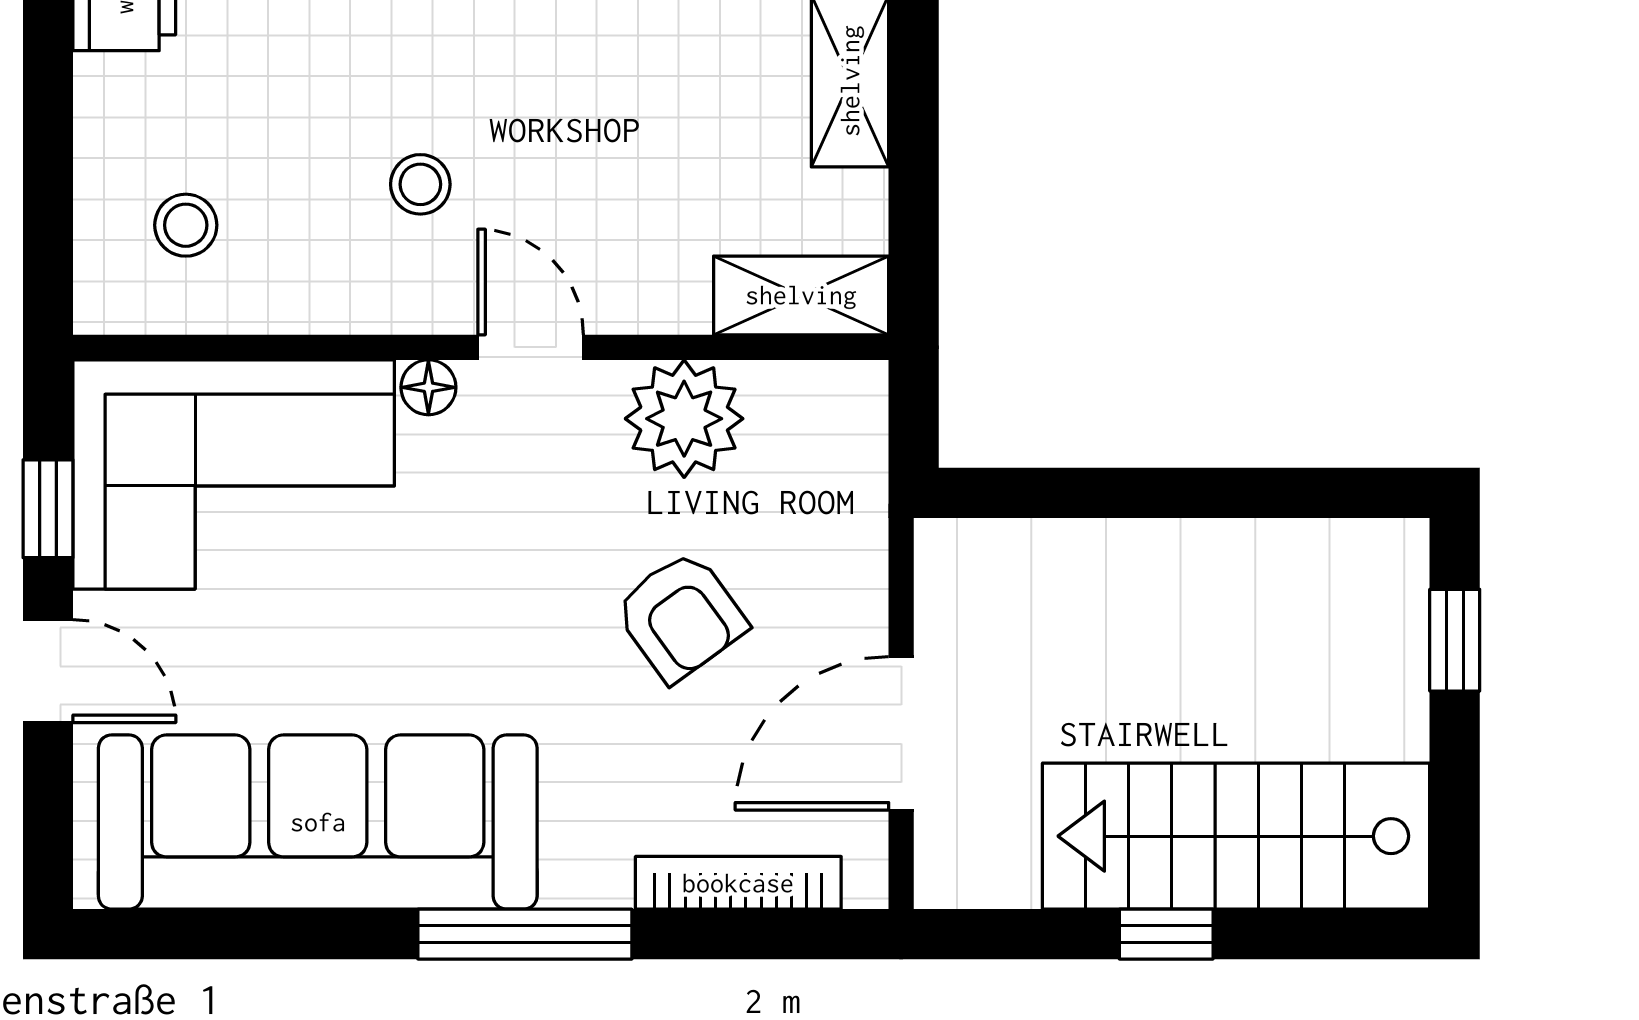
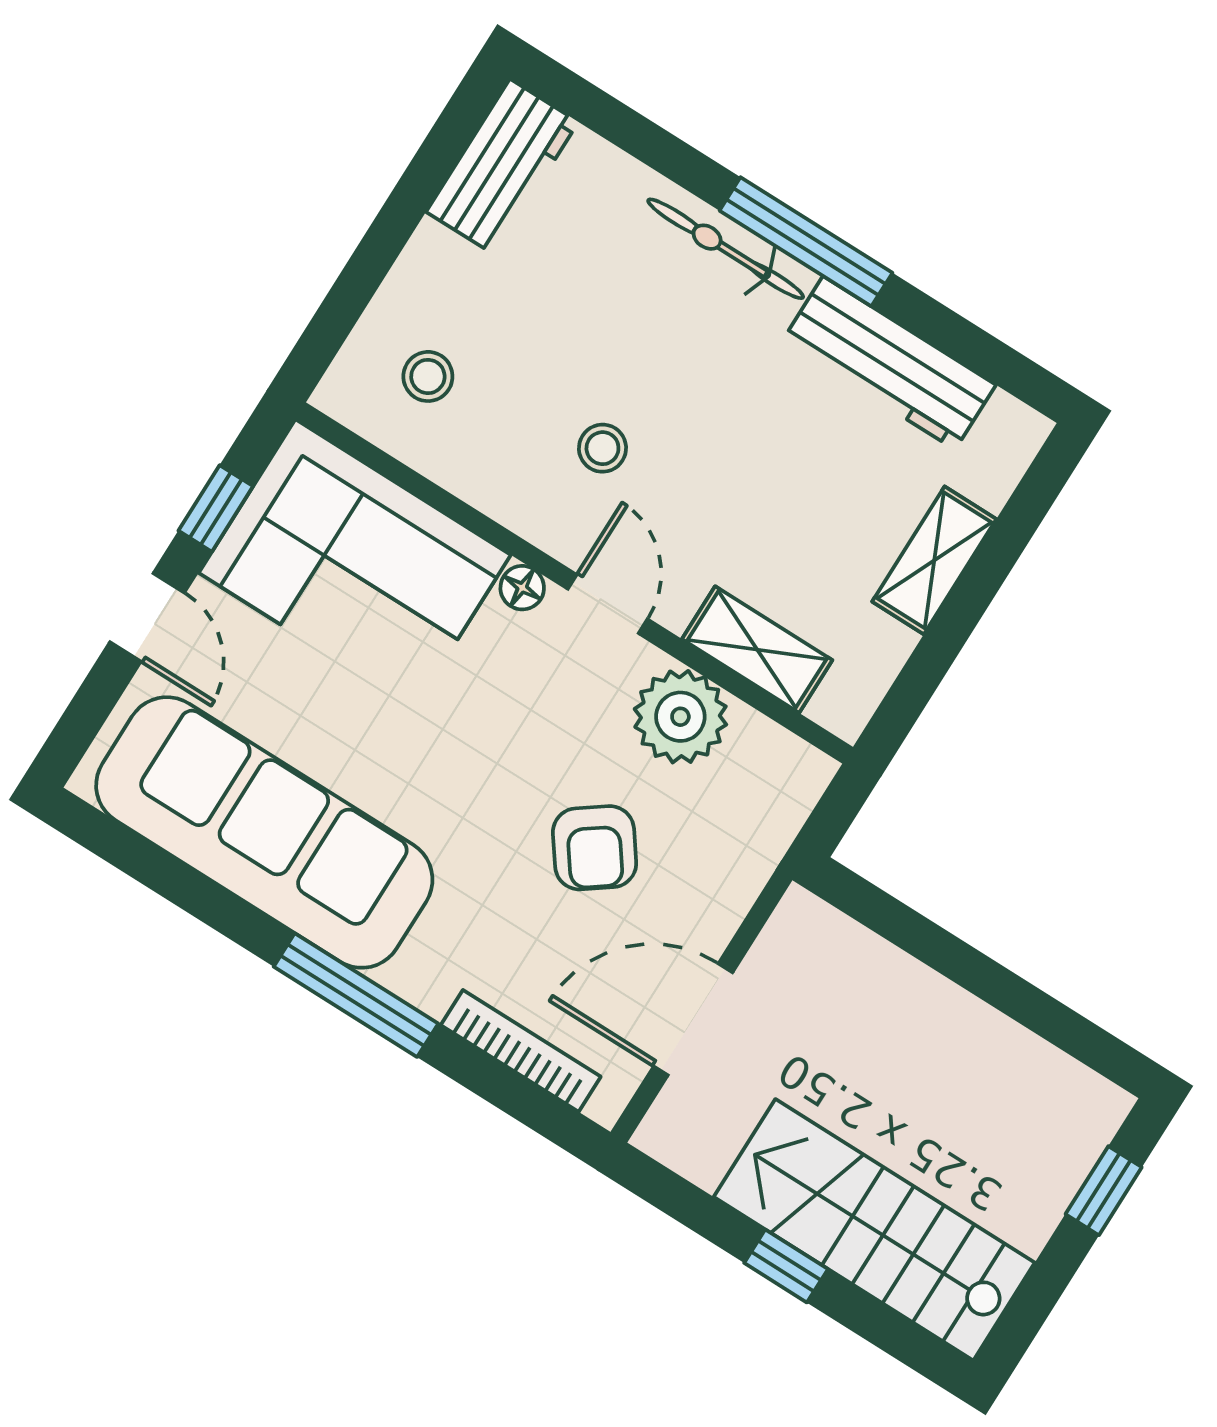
shelving: (801, 295) -> (757, 650), moved

